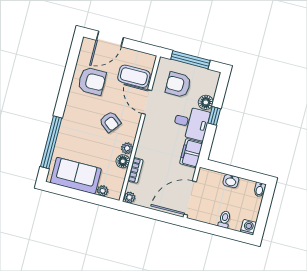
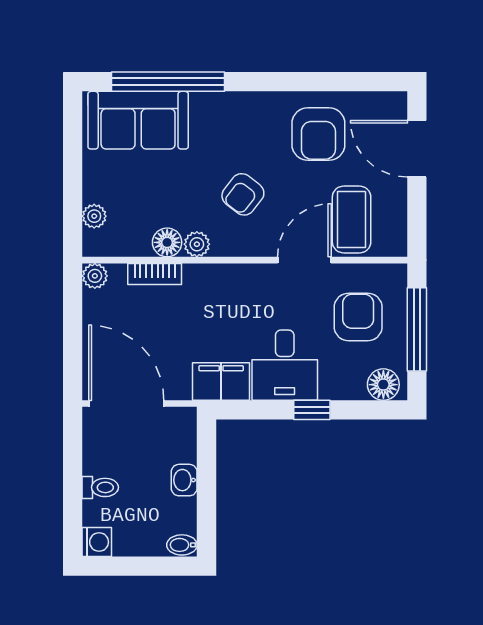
floor lamp: (206, 102) -> (383, 385), moved
sofa: (76, 176) -> (138, 120), moved, turned 90

